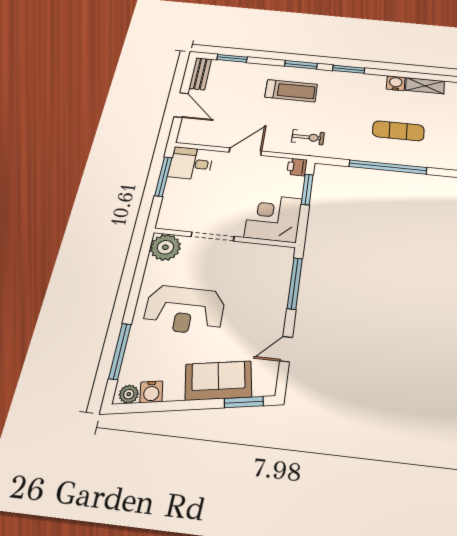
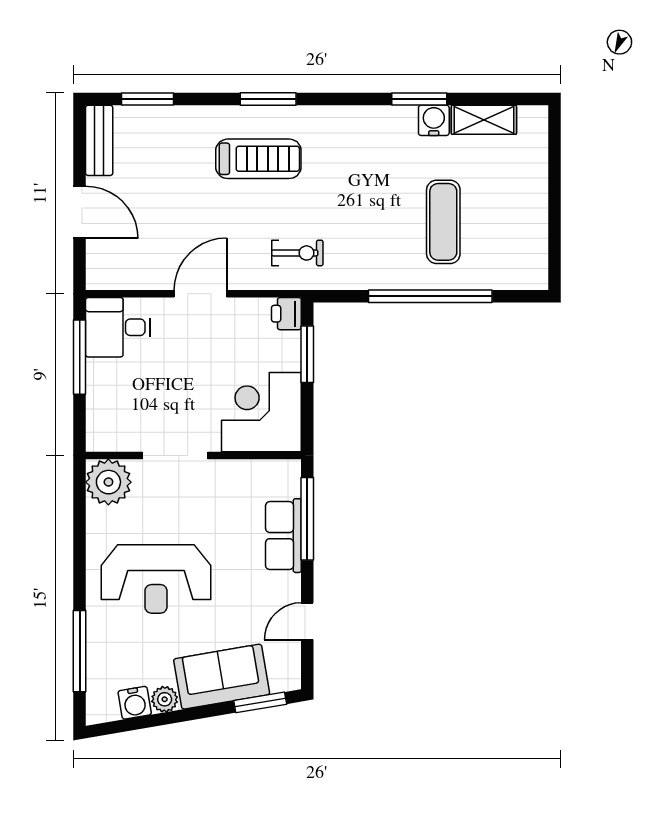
window: (349, 69) -> (419, 99), moved
exercise mat: (398, 131) -> (443, 222), turned 90
row of seats: (277, 292) -> (283, 536), added
plant: (129, 394) -> (165, 699), moved

